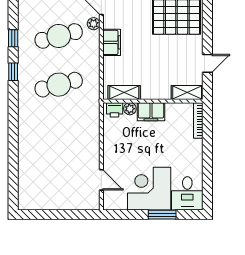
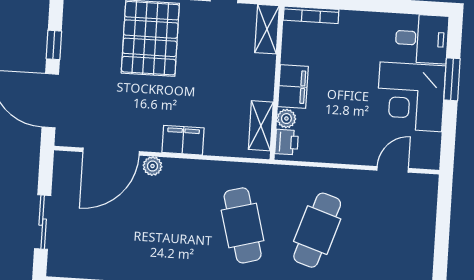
cafe table: (59, 36) -> (317, 230), moved, turned 33

